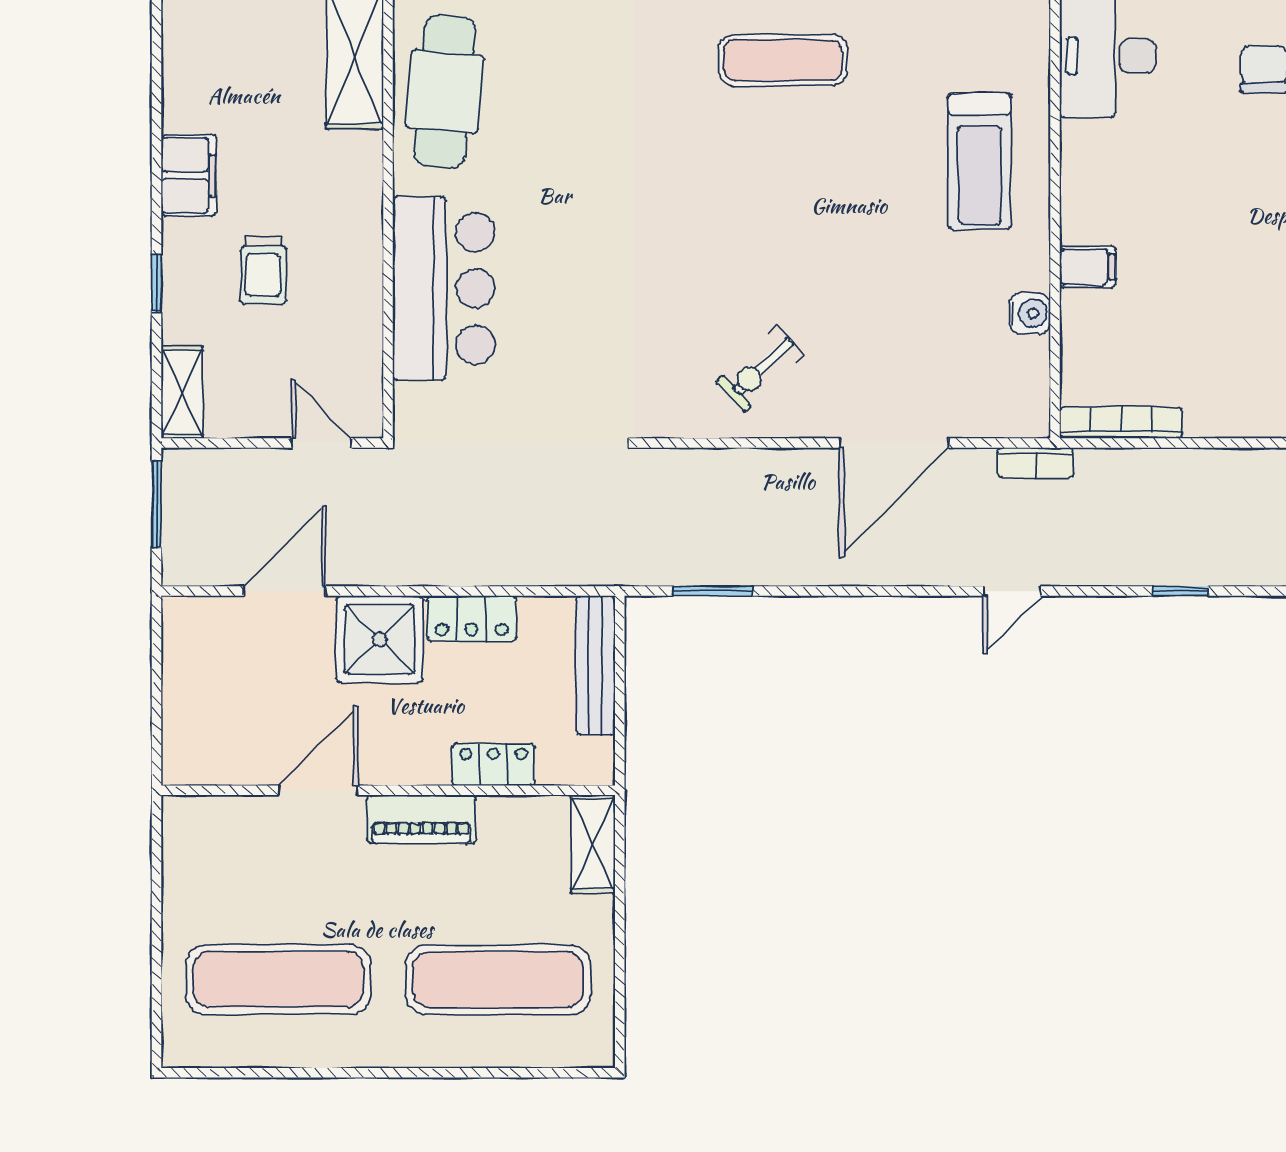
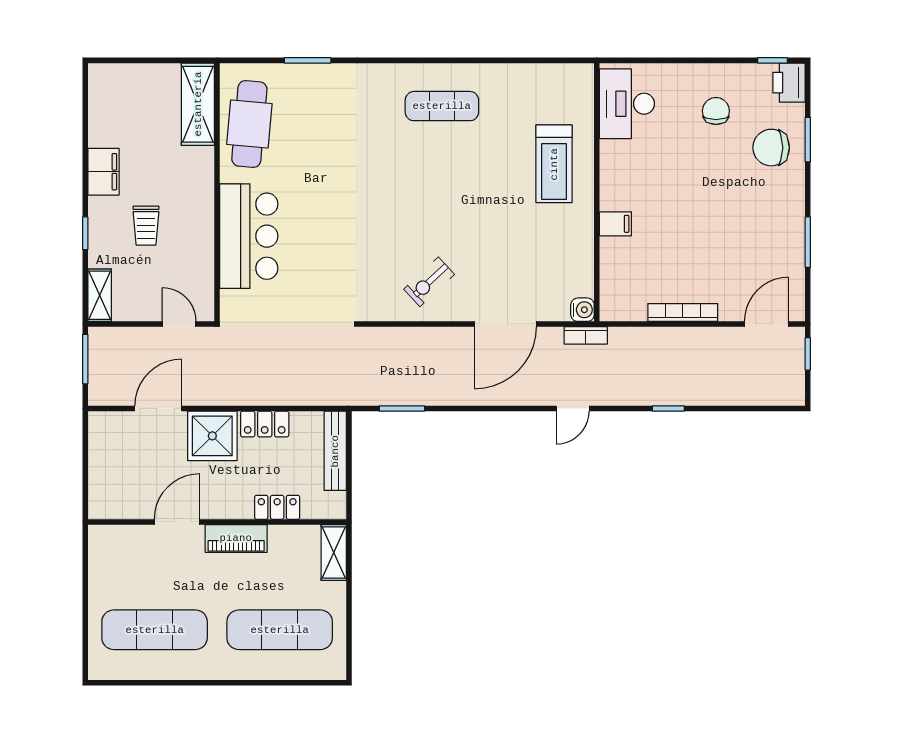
water cooler: (1030, 313) -> (582, 310), moved
bookcase: (1121, 423) -> (683, 313), moved

